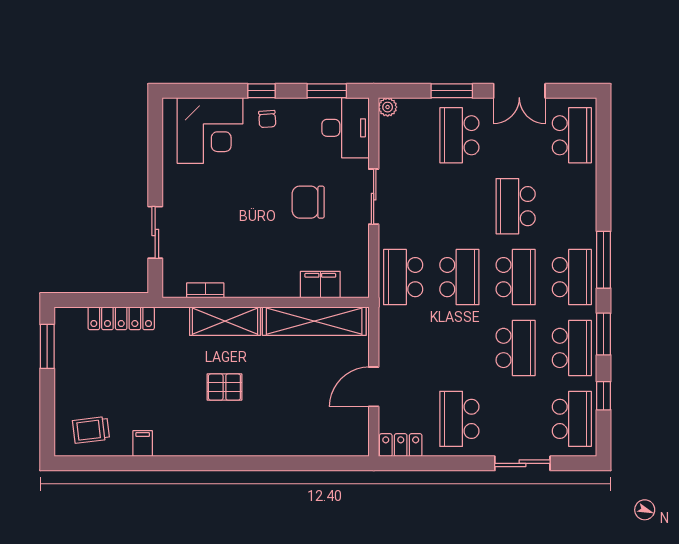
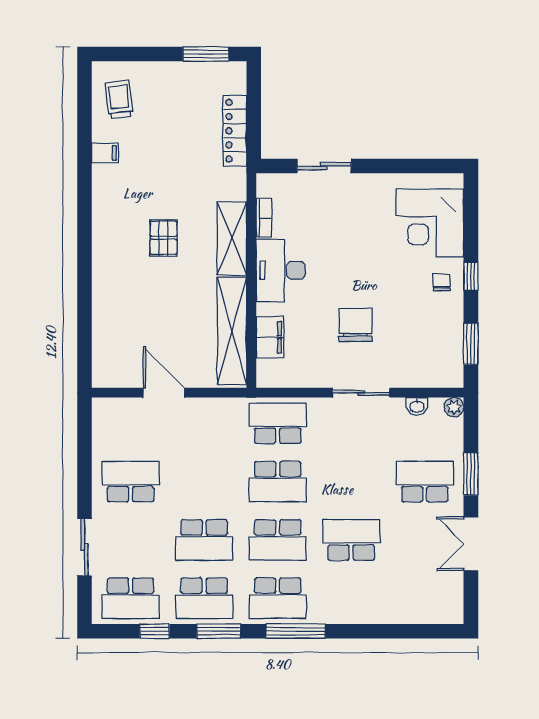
chair: (267, 119) -> (442, 282), turned 94
desk: (345, 128) -> (281, 270), moved, turned 90
school desk: (572, 135) -> (425, 598), removed
washbasin: (387, 143) -> (417, 406), added
locker: (401, 445) -> (103, 421), removed

